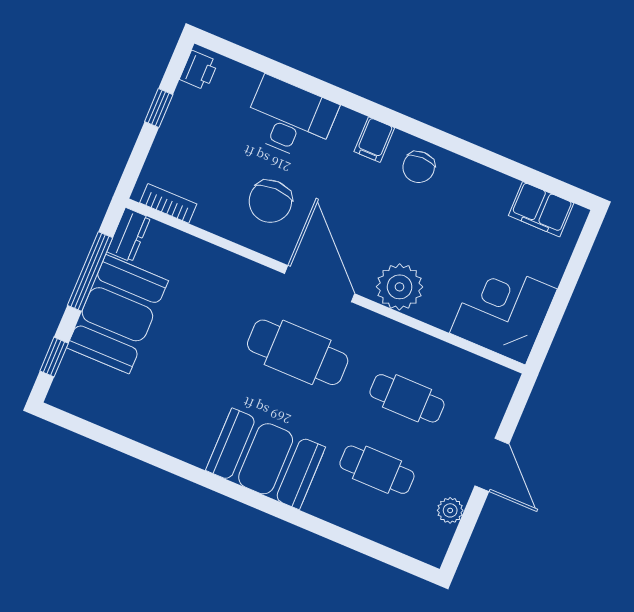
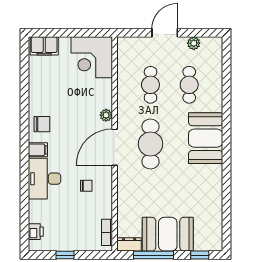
printer: (199, 70) -> (36, 232), moved, turned 90
desk: (290, 119) -> (44, 179), moved
chair: (270, 201) -> (86, 186), width x0.54, depth x0.54
filing cabinet: (541, 209) -> (44, 46), moved, turned 90
plant: (400, 287) -> (106, 115), width x0.53, depth x0.53

